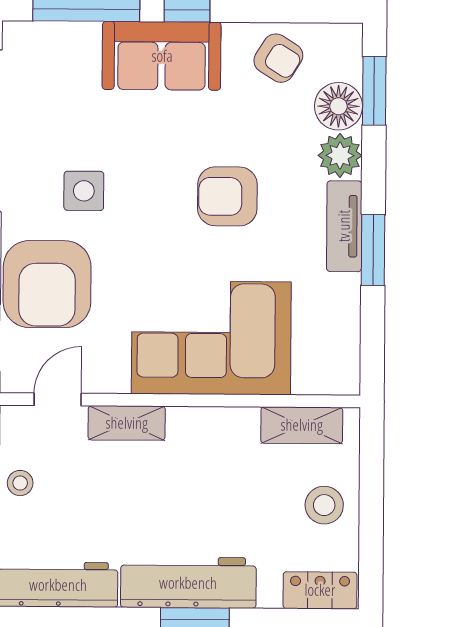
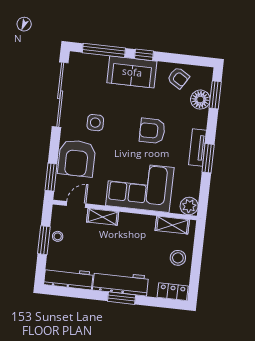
plant: (340, 155) -> (189, 206), moved

